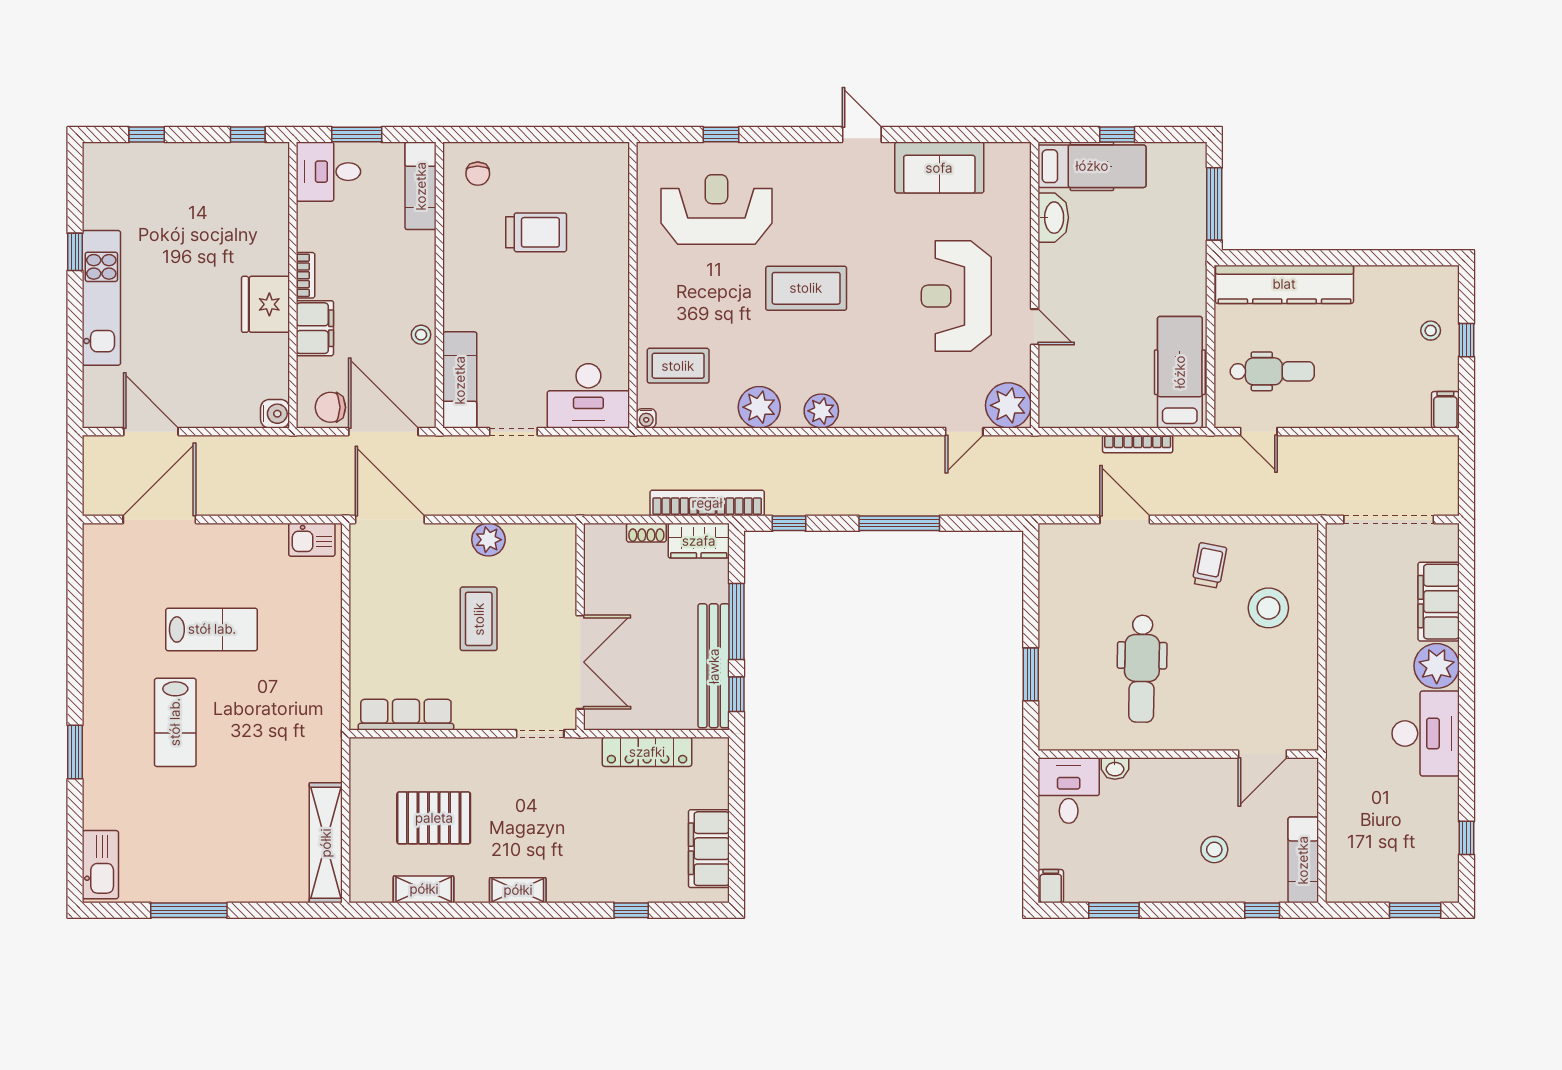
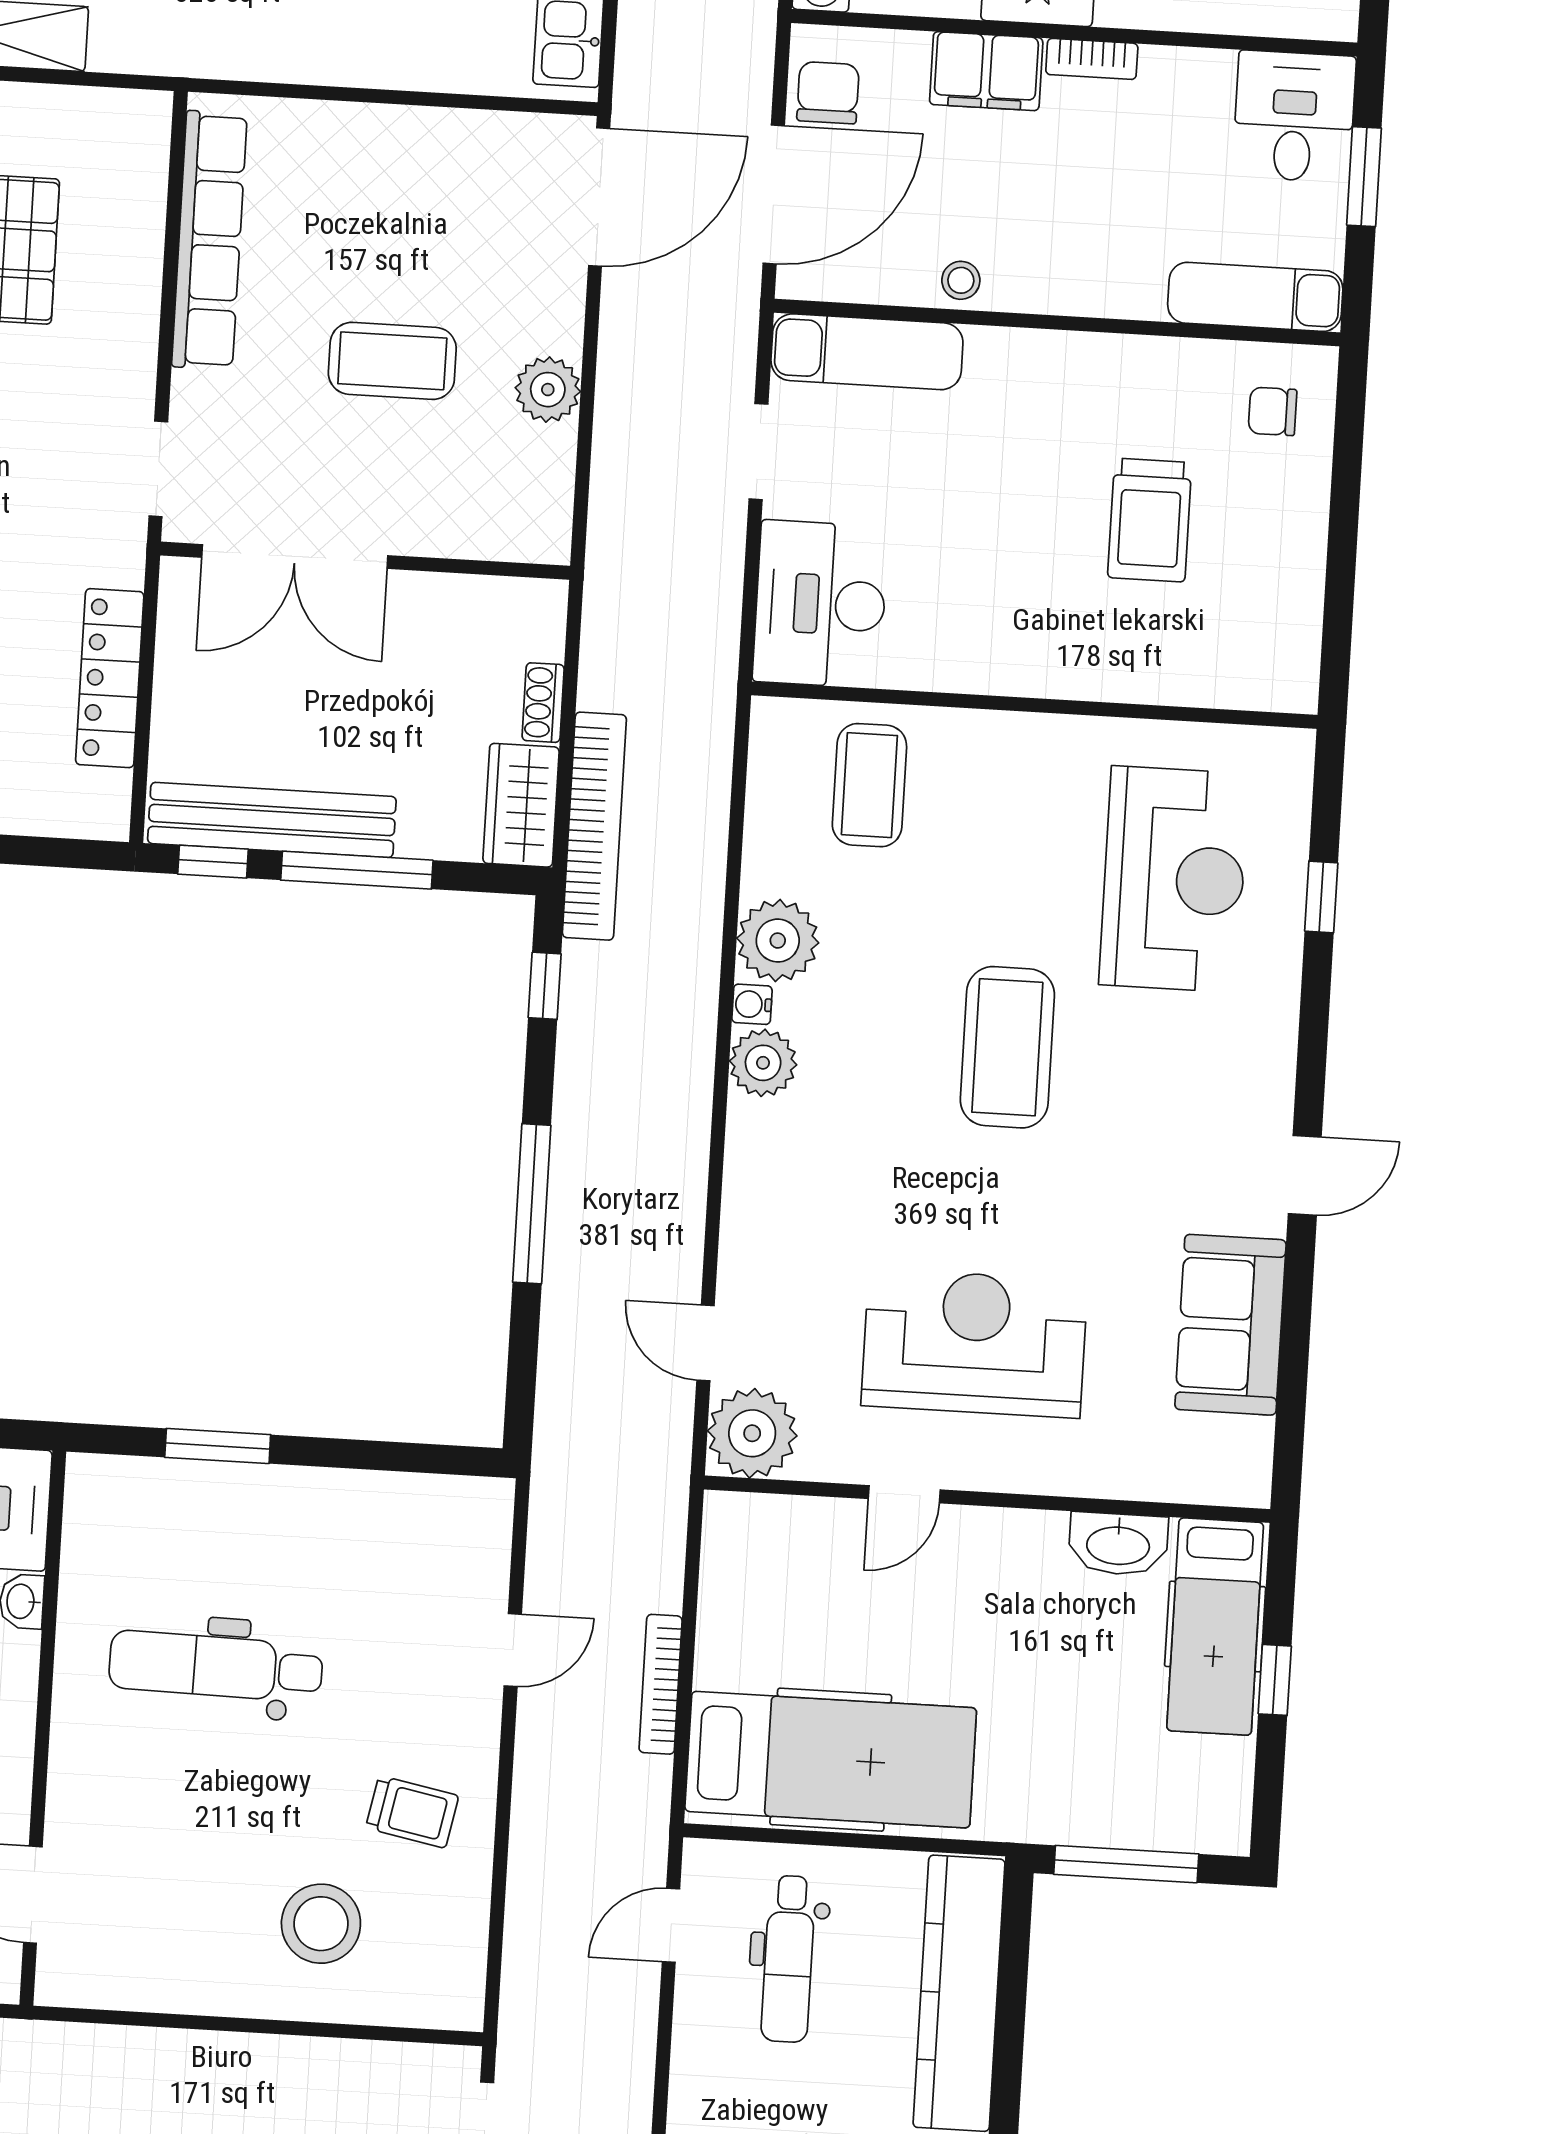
hospital bed: (1180, 372) -> (831, 1760), width x1.37, depth x1.29
water cooler: (646, 418) -> (752, 1004), moved
door: (1125, 520) -> (513, 1650), width x0.73
row of seats: (406, 715) -> (209, 240), width x1.36

